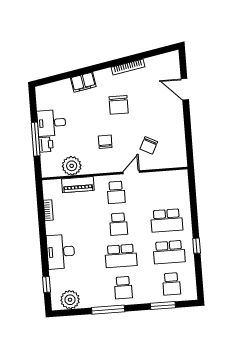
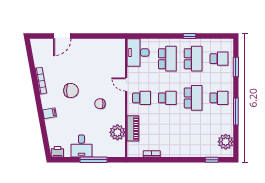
filing cabinet: (83, 82) -> (50, 113), width x0.50
printer: (46, 145) -> (57, 152), moved
chair: (149, 145) -> (106, 69), removed
desk: (61, 252) -> (138, 52), moved, turned 90

